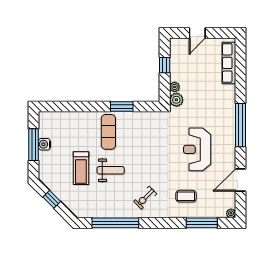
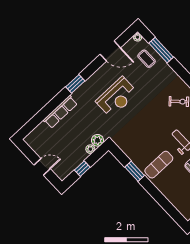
row of seats: (229, 63) -> (60, 112), moved
window: (241, 125) -> (75, 84), width x0.47
coffee table: (186, 196) -> (146, 59), moved

